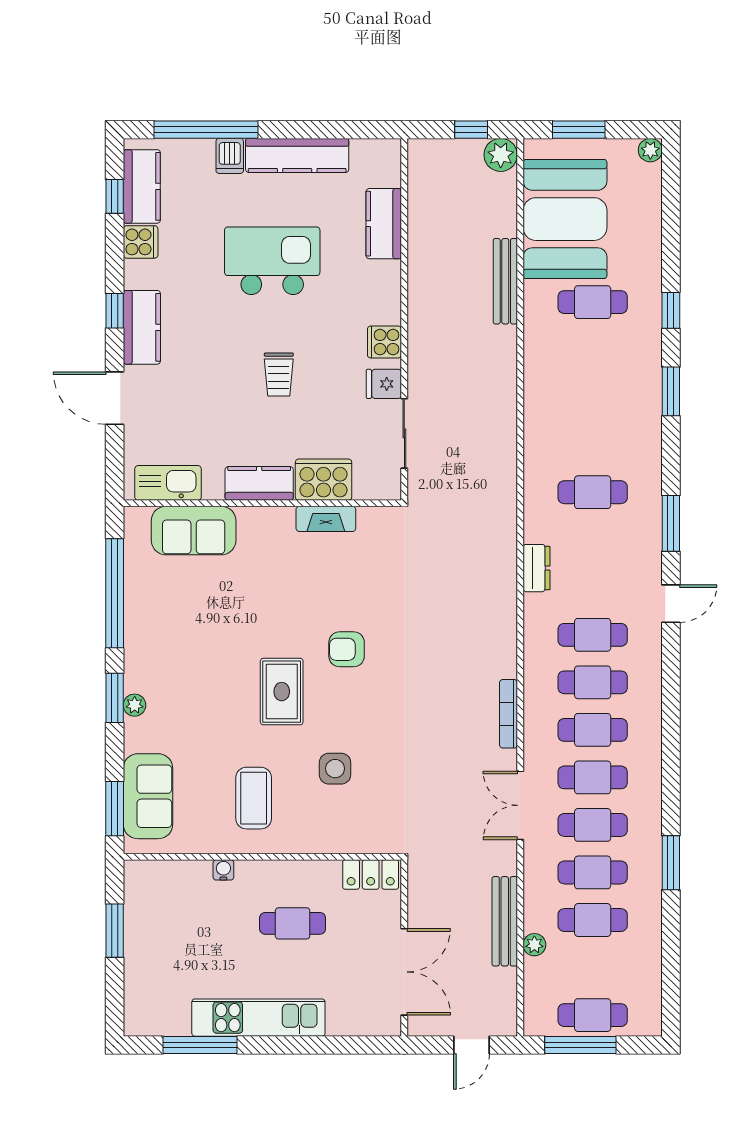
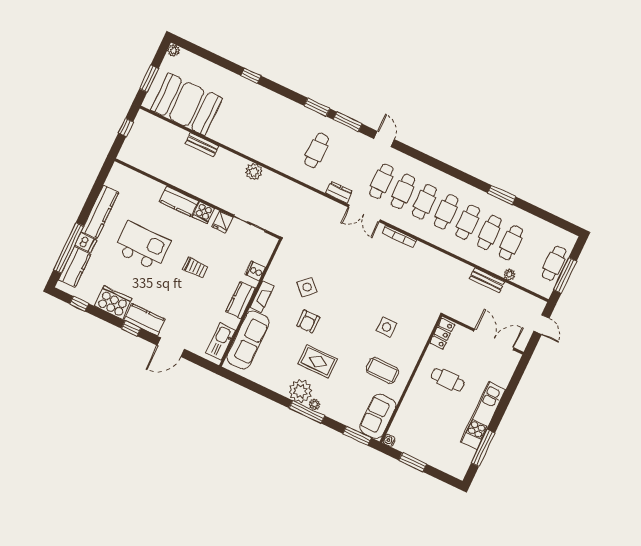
plant: (501, 155) -> (254, 172), moved
kitchen counter: (142, 186) -> (75, 267), moved, turned 90
kitchen counter: (384, 224) -> (179, 201), moved
cooker: (141, 242) -> (113, 302), width x1.87, depth x1.31
kitchen island: (272, 261) -> (142, 246), turned 90
bench: (505, 281) -> (202, 145), width x0.73
cafe table: (593, 302) -> (230, 110), removed
window: (671, 391) -> (317, 107), moved
cooker: (324, 480) -> (255, 271), width x0.53, depth x0.76
fireplace: (326, 519) -> (262, 297), moved
sofa: (194, 531) -> (248, 340), width x1.36
side table: (339, 592) -> (307, 287), added
window: (115, 593) -> (259, 389), removed
armchair: (347, 649) -> (308, 321), moved
plant: (147, 668) -> (300, 391), added
rug: (282, 692) -> (318, 361), moved
window: (115, 698) -> (307, 412), width x1.44
sofa: (148, 796) -> (378, 416), moved, turned -90
double door: (520, 805) -> (364, 213), moved
water cooler: (223, 870) -> (389, 440), moved
bench: (505, 921) -> (487, 280), width x0.73
cafe table: (293, 923) -> (448, 380), turned 90

